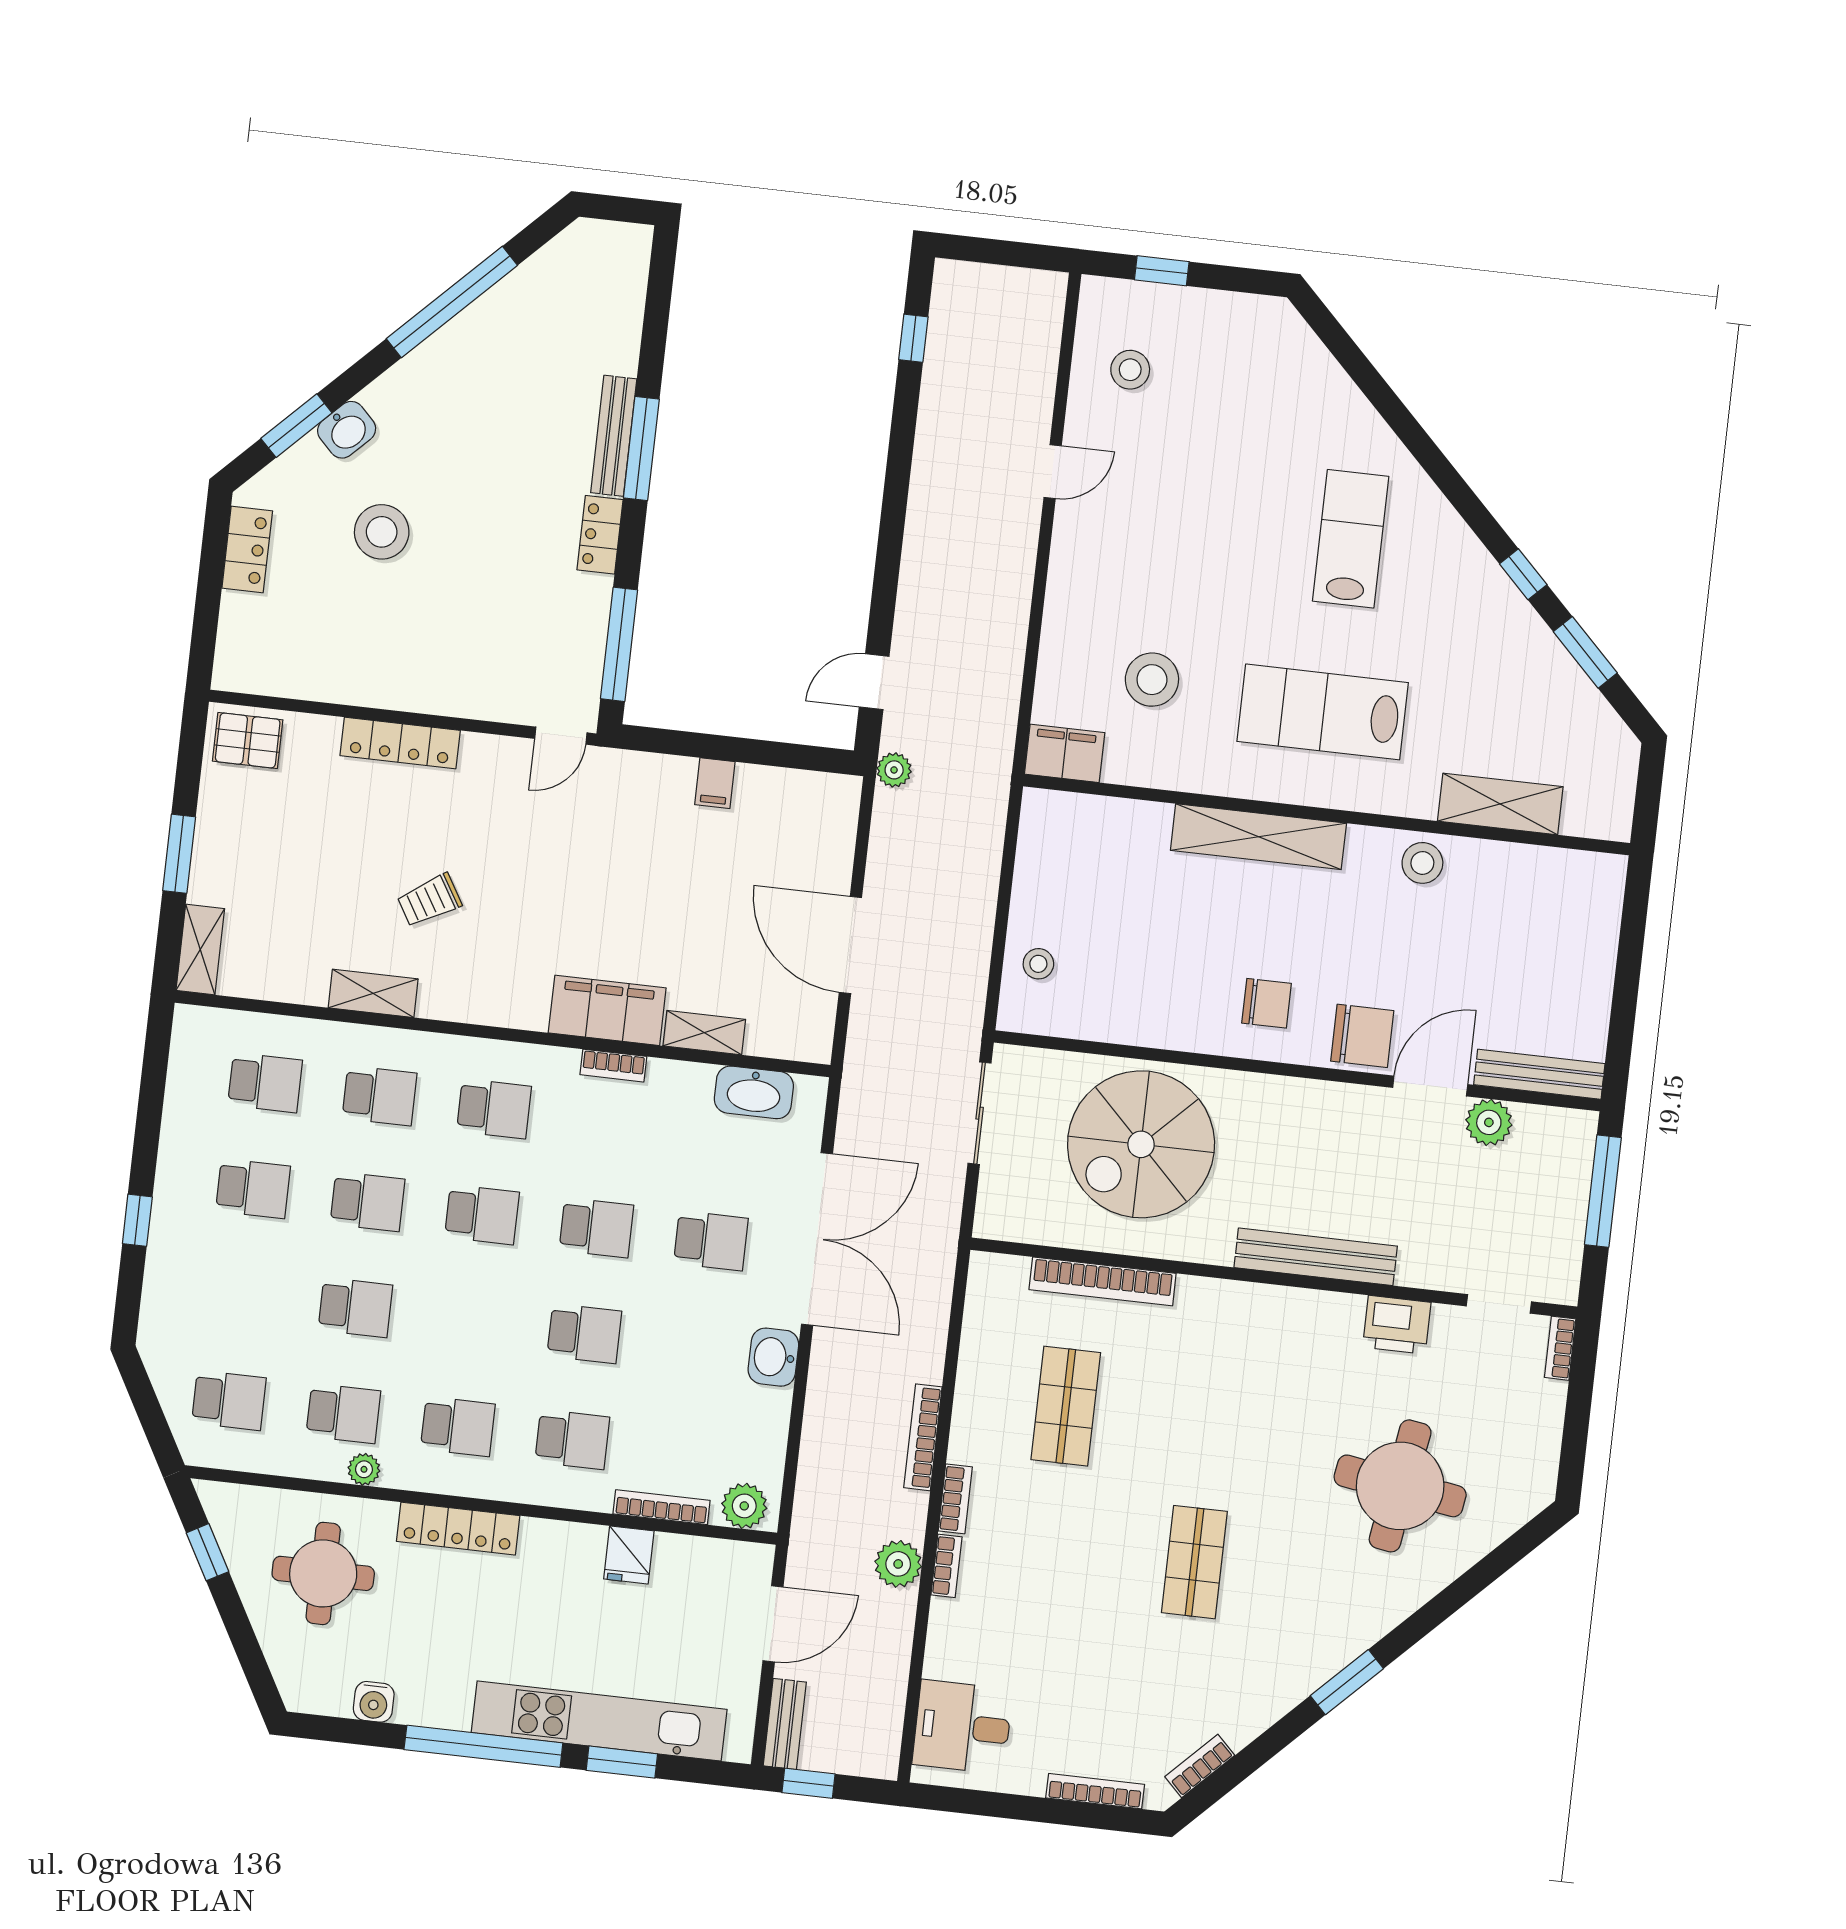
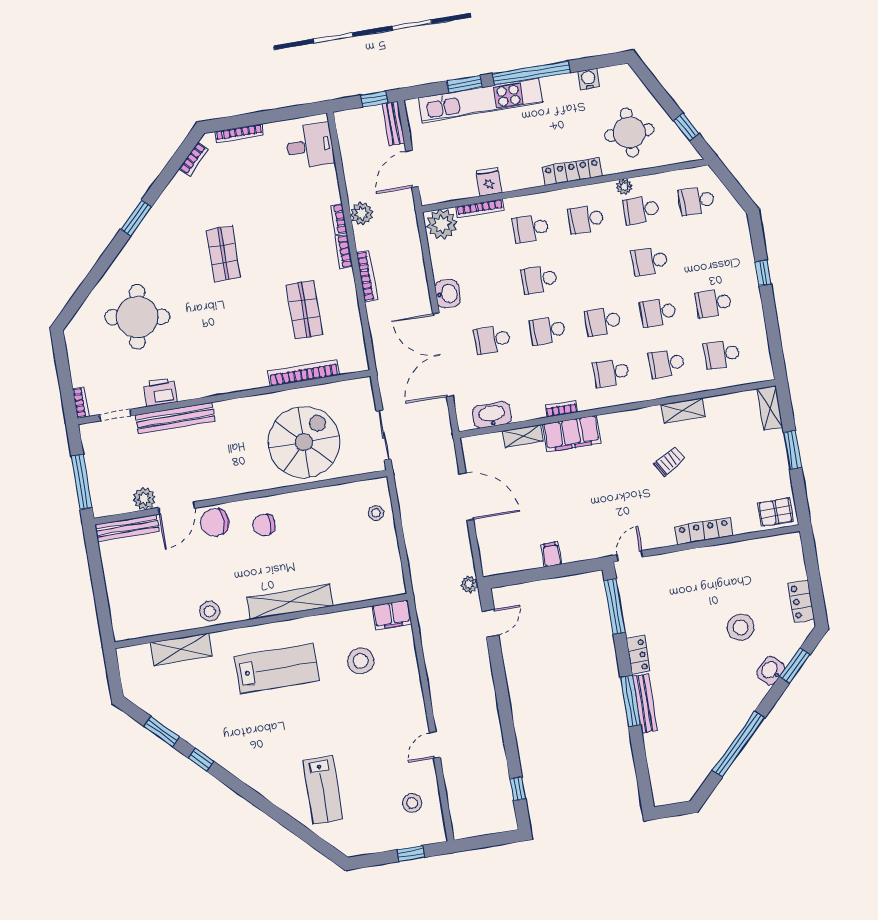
lab bench: (1351, 539) -> (323, 790), moved
bench: (1316, 1257) -> (175, 418), moved
plant: (744, 1506) -> (442, 224), width x1.36, depth x1.36

